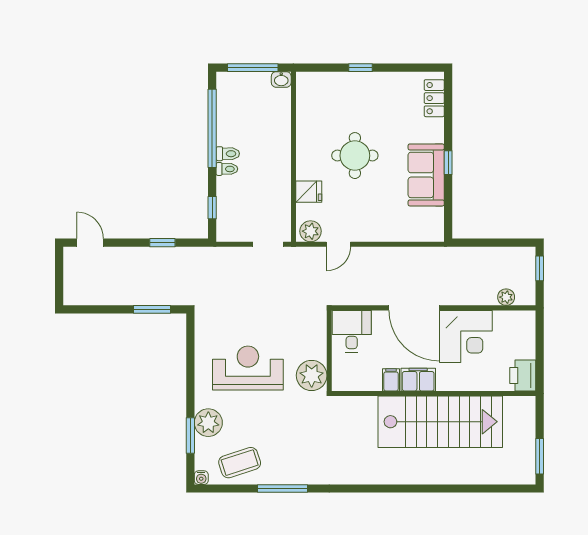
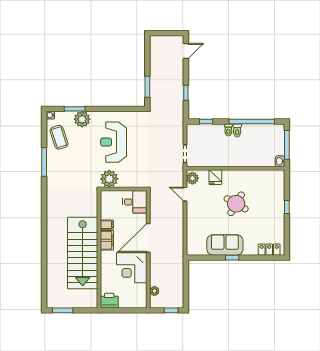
round table: (355, 156) -> (236, 204), turned 30
reception desk: (248, 368) -> (114, 142), turned 180

